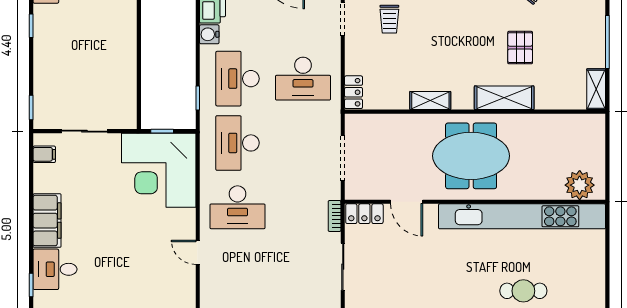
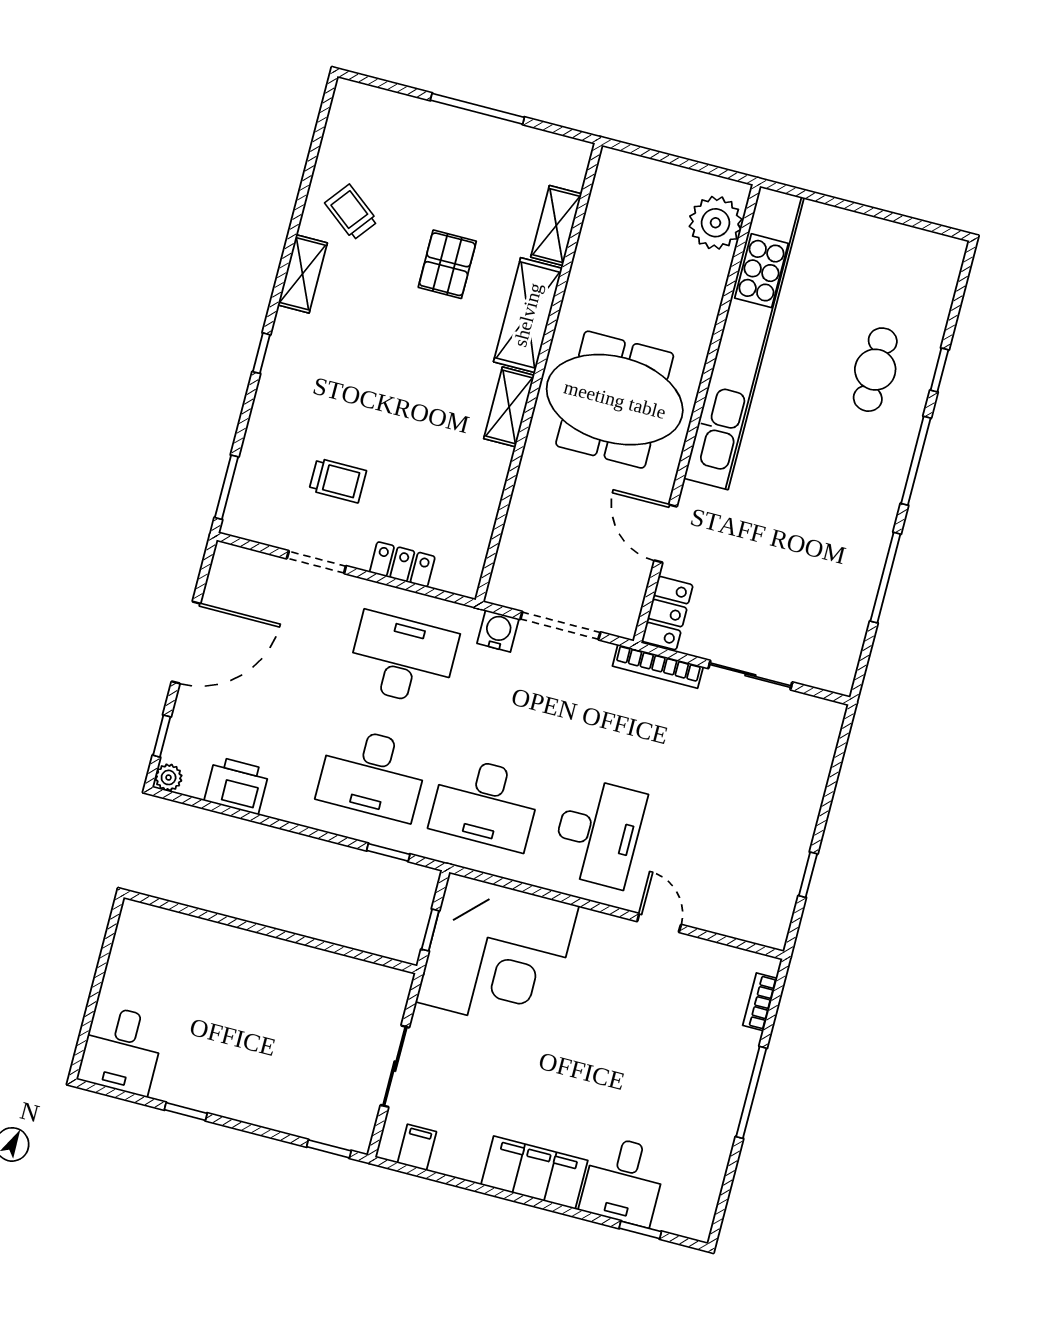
water cooler: (209, 34) -> (498, 631), moved, turned 180
pallet: (520, 48) -> (447, 264), turned 90
desk: (303, 79) -> (402, 659), turned -90
shelving: (596, 89) -> (556, 226), moved, turned 90
locker: (354, 92) -> (402, 564), moved
shelving: (430, 100) -> (509, 407), moved
meeting table: (471, 156) -> (615, 400), turned 90
door: (407, 202) -> (666, 534), swing flipped
bookcase: (335, 216) -> (658, 666), width x1.56
door: (198, 252) -> (659, 923), swing flipped

